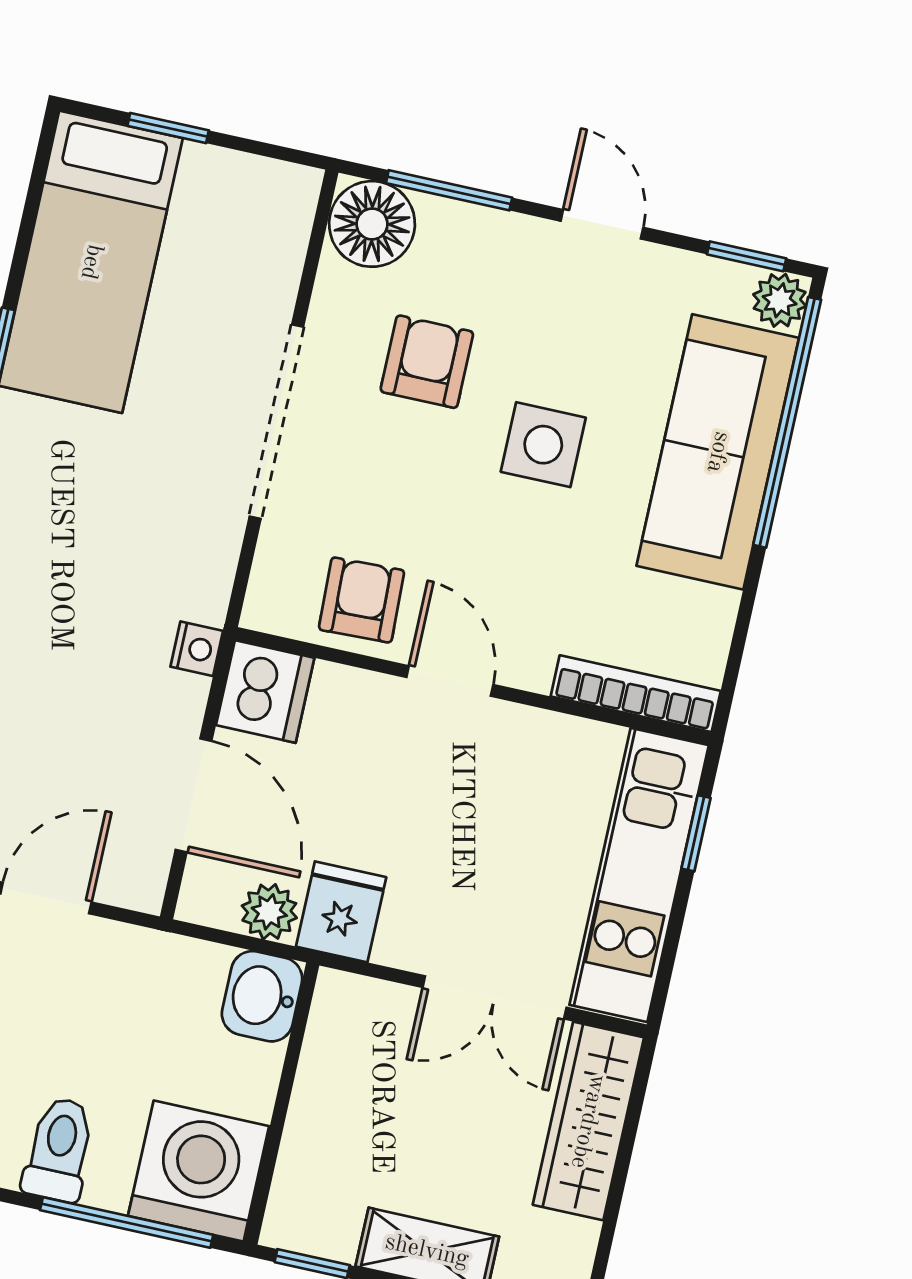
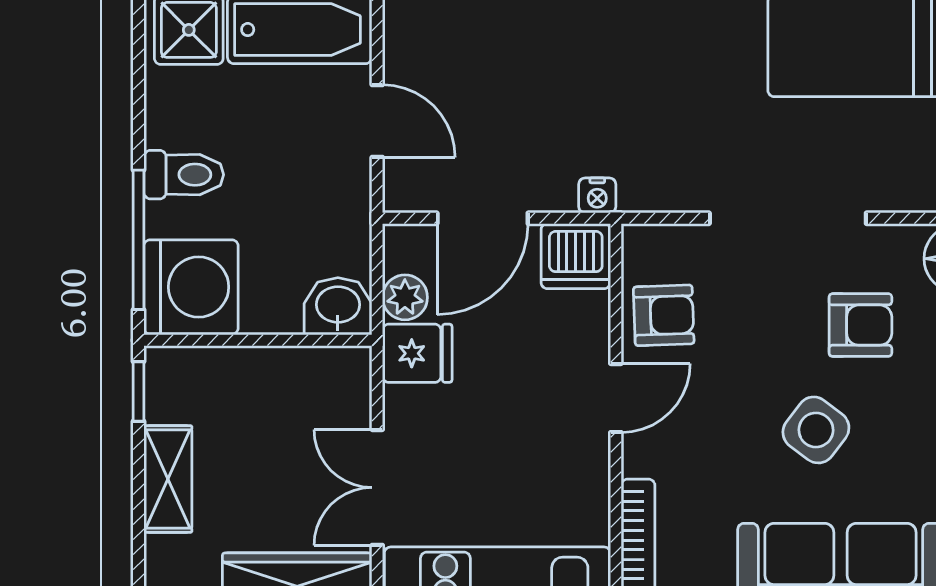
side table: (543, 445) -> (816, 430), turned 37

